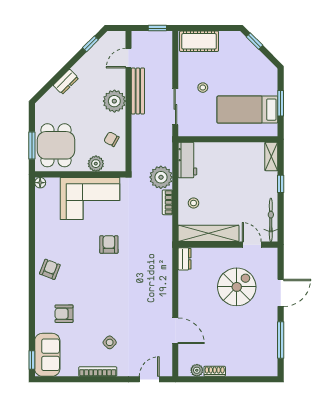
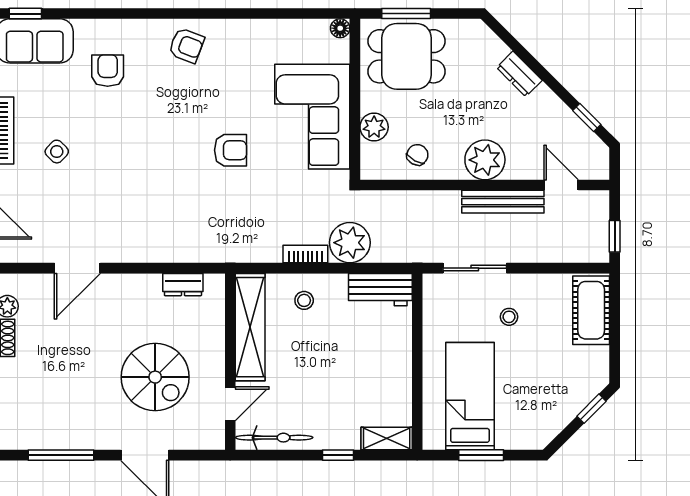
dresser: (185, 259) -> (183, 285), moved

